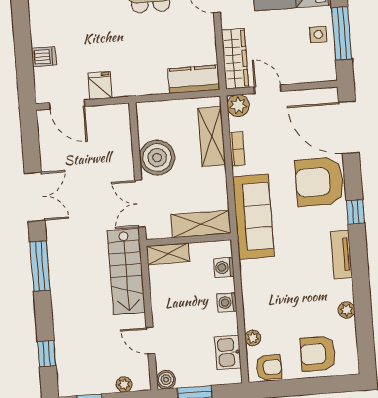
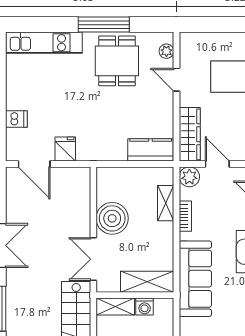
shelving: (212, 137) -> (166, 203), width x0.67, depth x0.75
washing machine: (224, 267) -> (145, 307), moved, turned -90

